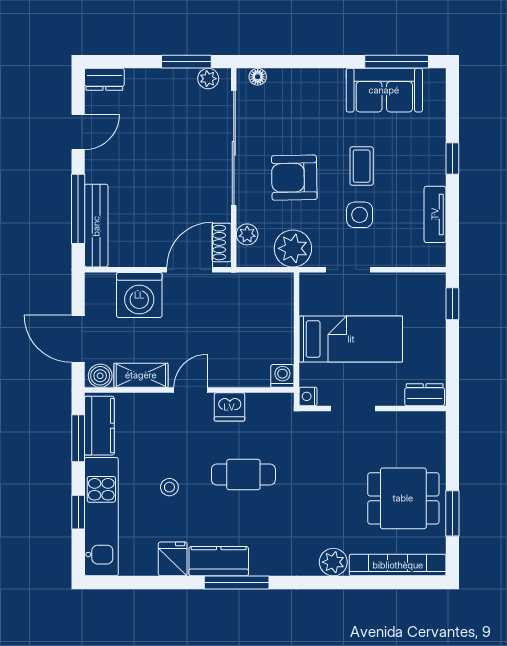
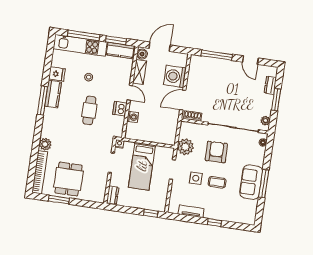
window: (186, 62) -> (276, 100), moved
window: (397, 62) -> (264, 184), moved
dresser: (104, 79) -> (270, 85), moved
sofa: (384, 90) -> (251, 182), moved
bench: (96, 226) -> (208, 62), removed
plant: (247, 234) -> (194, 128), removed
door: (190, 270) -> (183, 100), swing flipped
washing machine: (282, 376) -> (133, 117), moved
window: (78, 512) -> (84, 35), width x2.17

